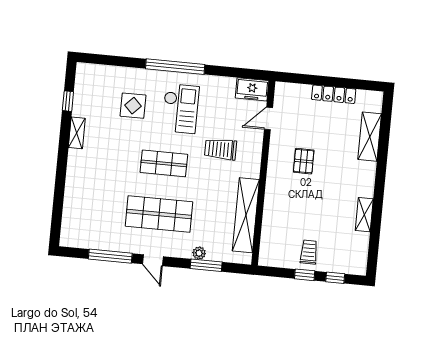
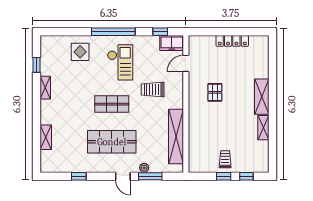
window: (238, 73) -> (160, 32), added
display table: (133, 106) -> (80, 52), moved
shelving: (370, 137) -> (262, 97), moved
shelving: (71, 200) -> (46, 137), added
window: (110, 256) -> (79, 176), width x0.46
door: (153, 260) -> (123, 176), moved

